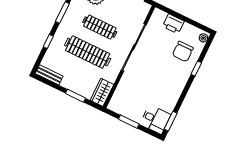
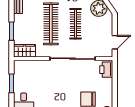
printer: (173, 24) -> (106, 70), moved

